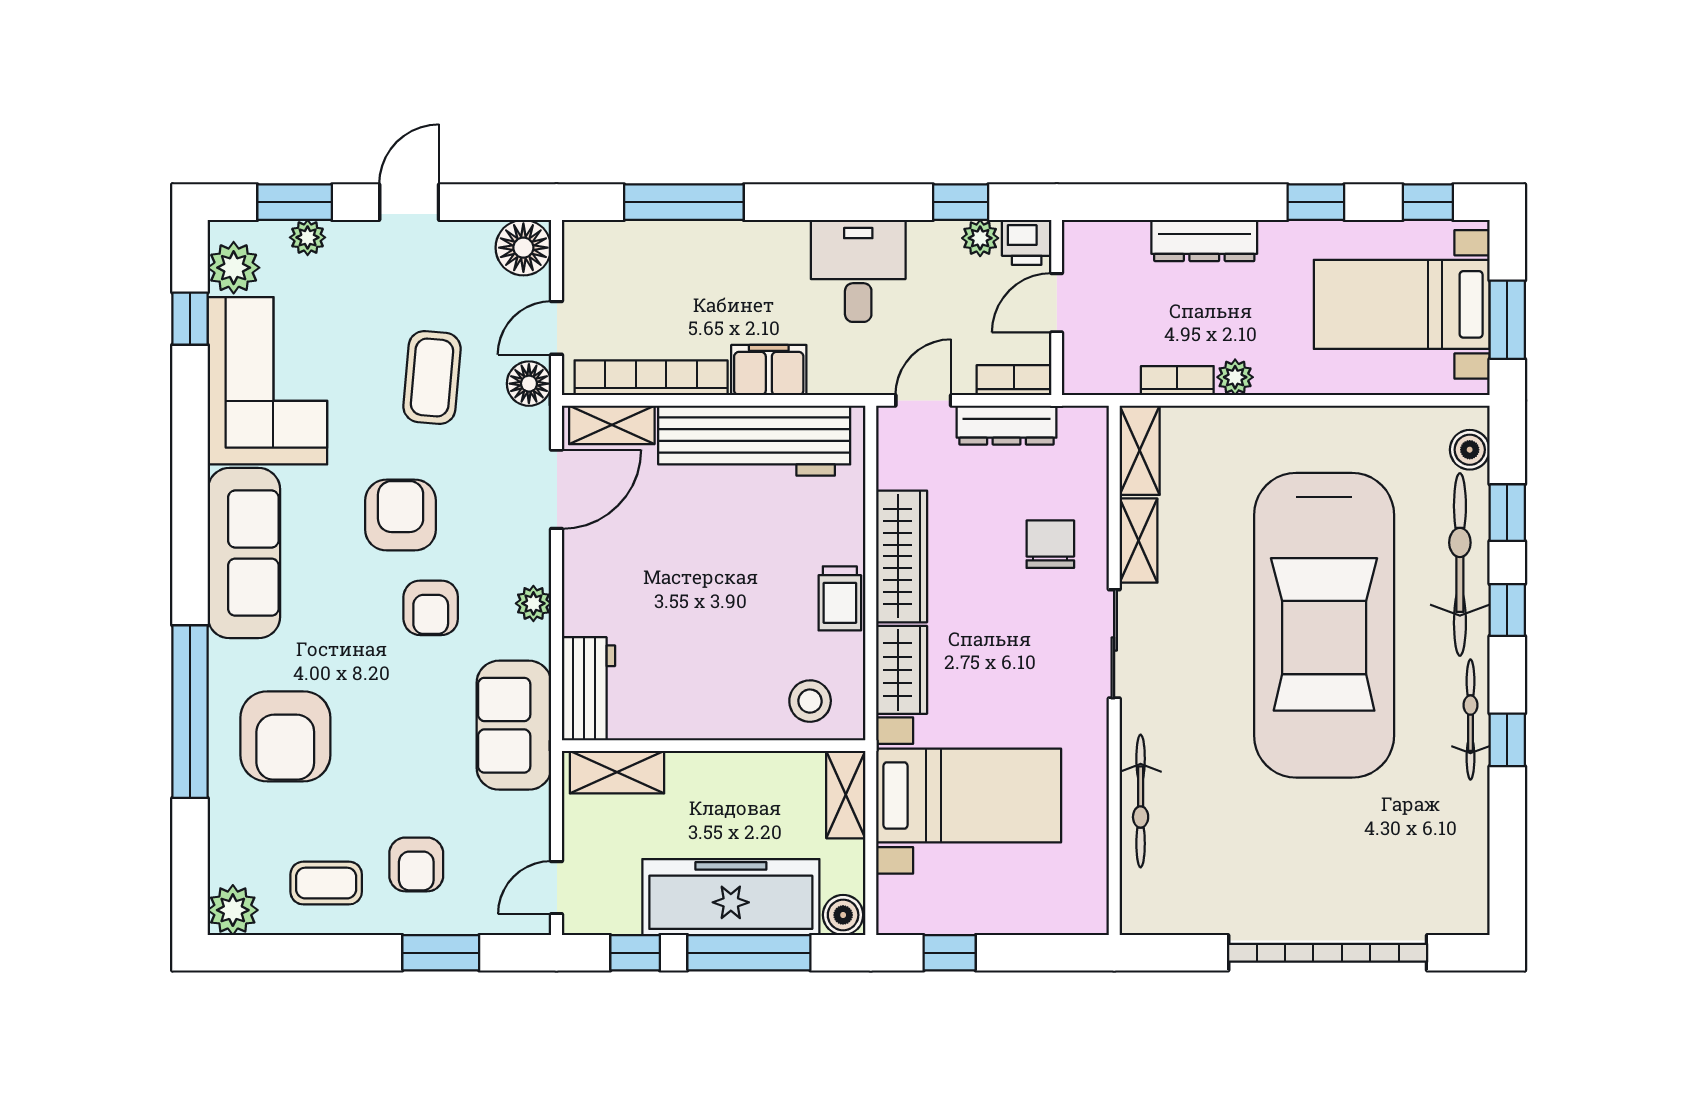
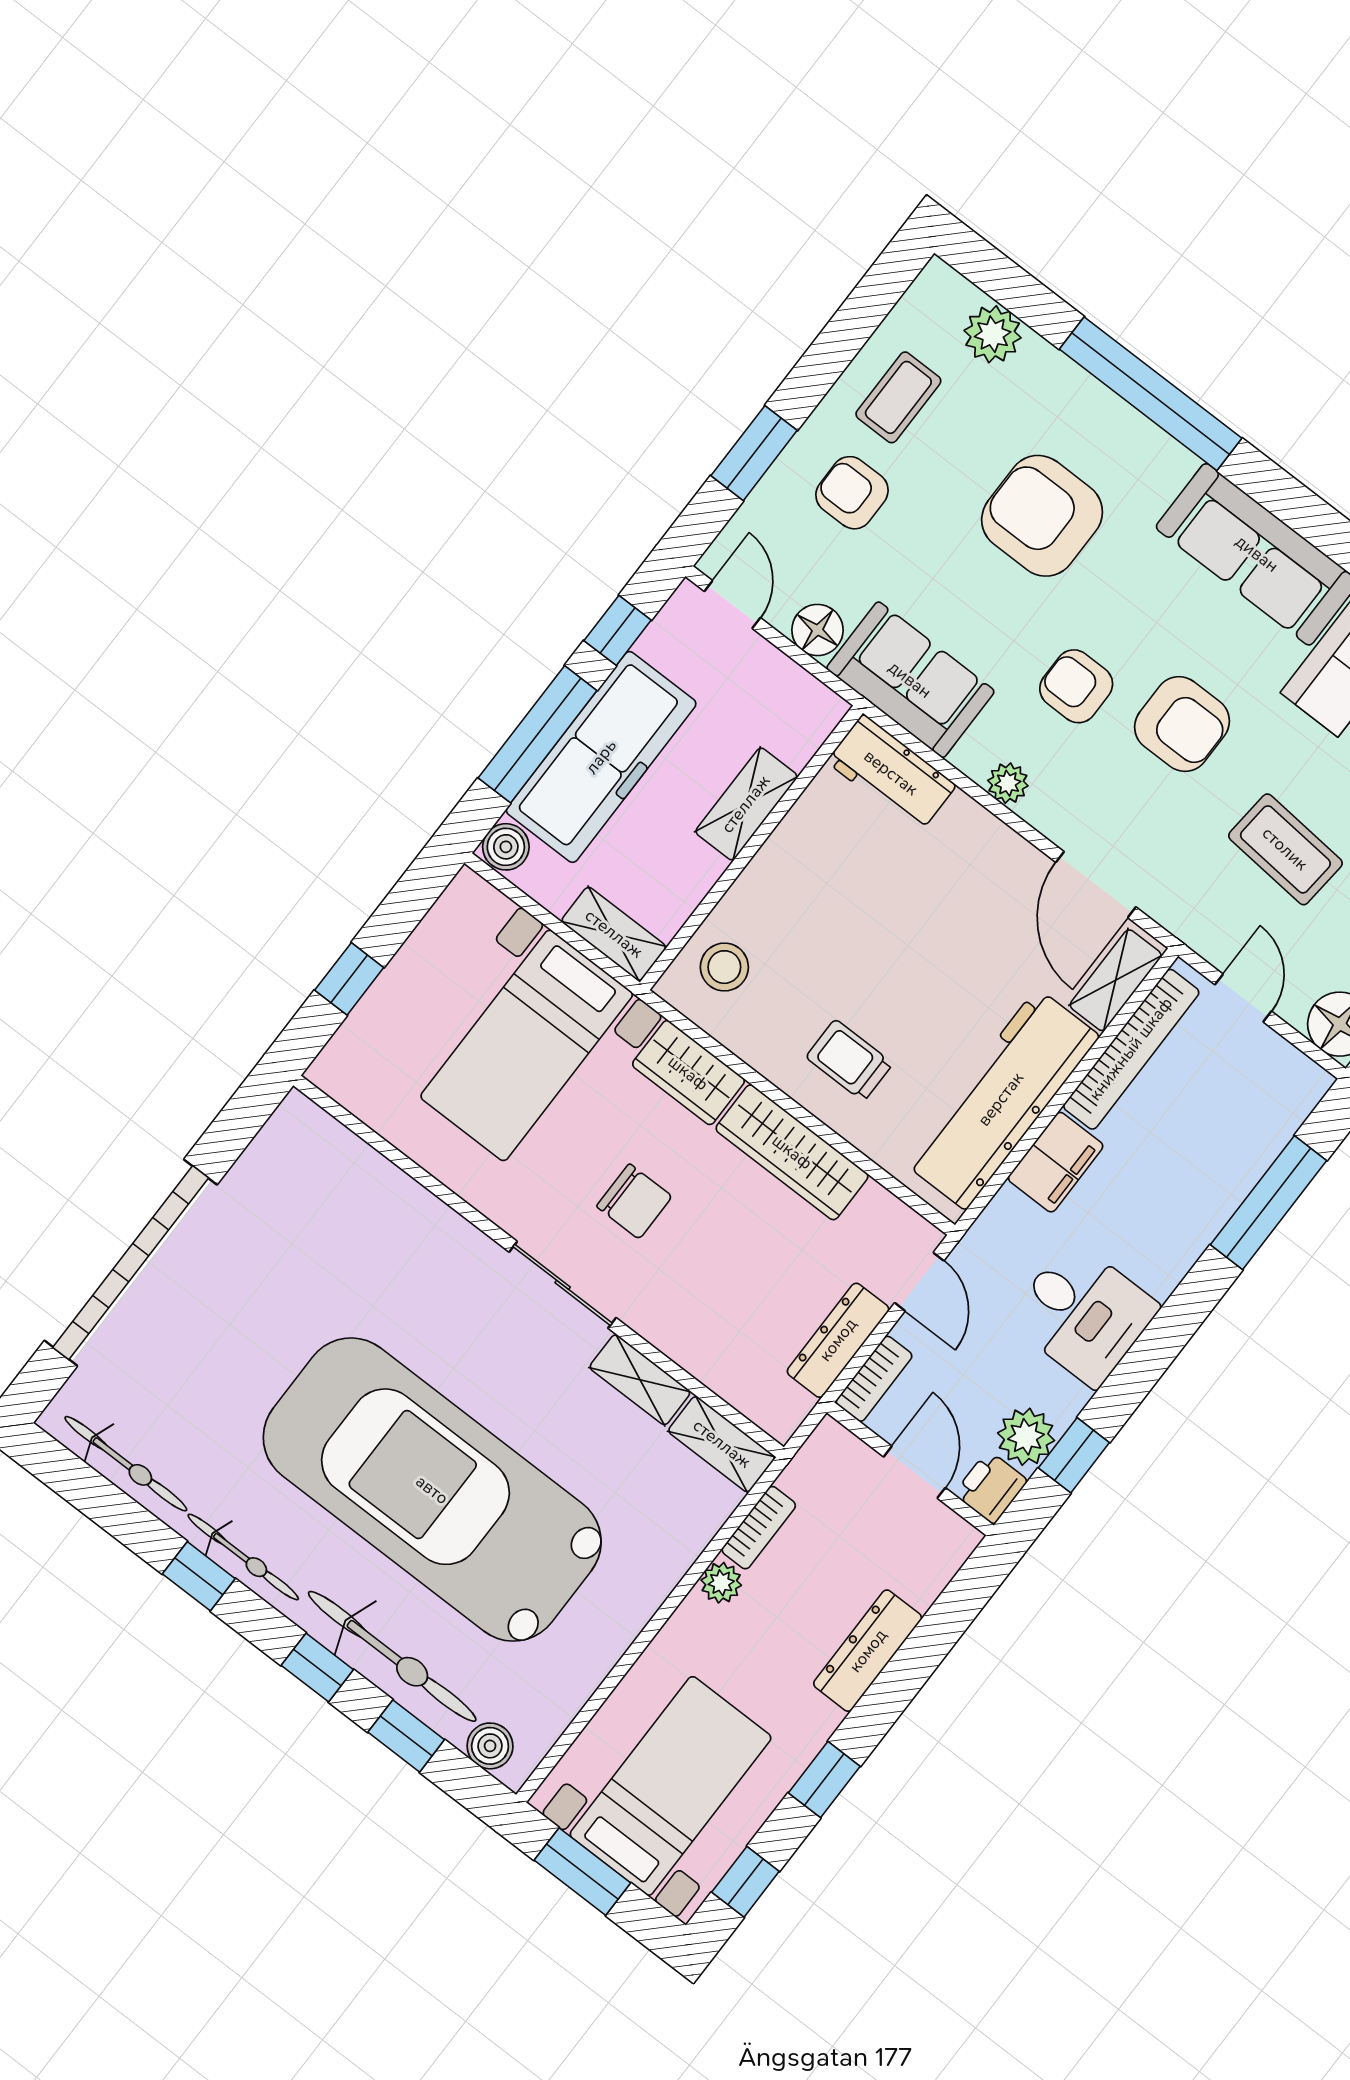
plant: (980, 238) -> (1026, 1437), width x1.38, depth x1.38
floor lamp: (529, 384) -> (817, 630), moved
chair: (1050, 544) -> (634, 1201), moved
trolley: (840, 598) -> (849, 1060), moved
armchair: (285, 736) -> (1042, 516), moved
shelving: (617, 772) -> (746, 804), moved
bicycle: (1141, 801) -> (126, 1464), moved, turned 180
plant: (233, 910) -> (993, 334), moved
window: (950, 953) -> (349, 979), moved

